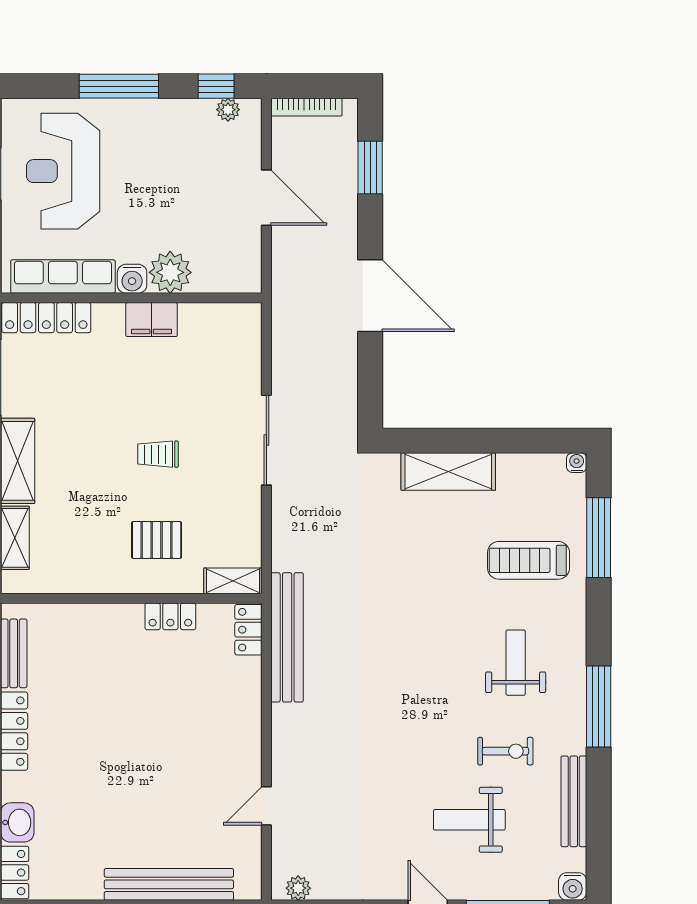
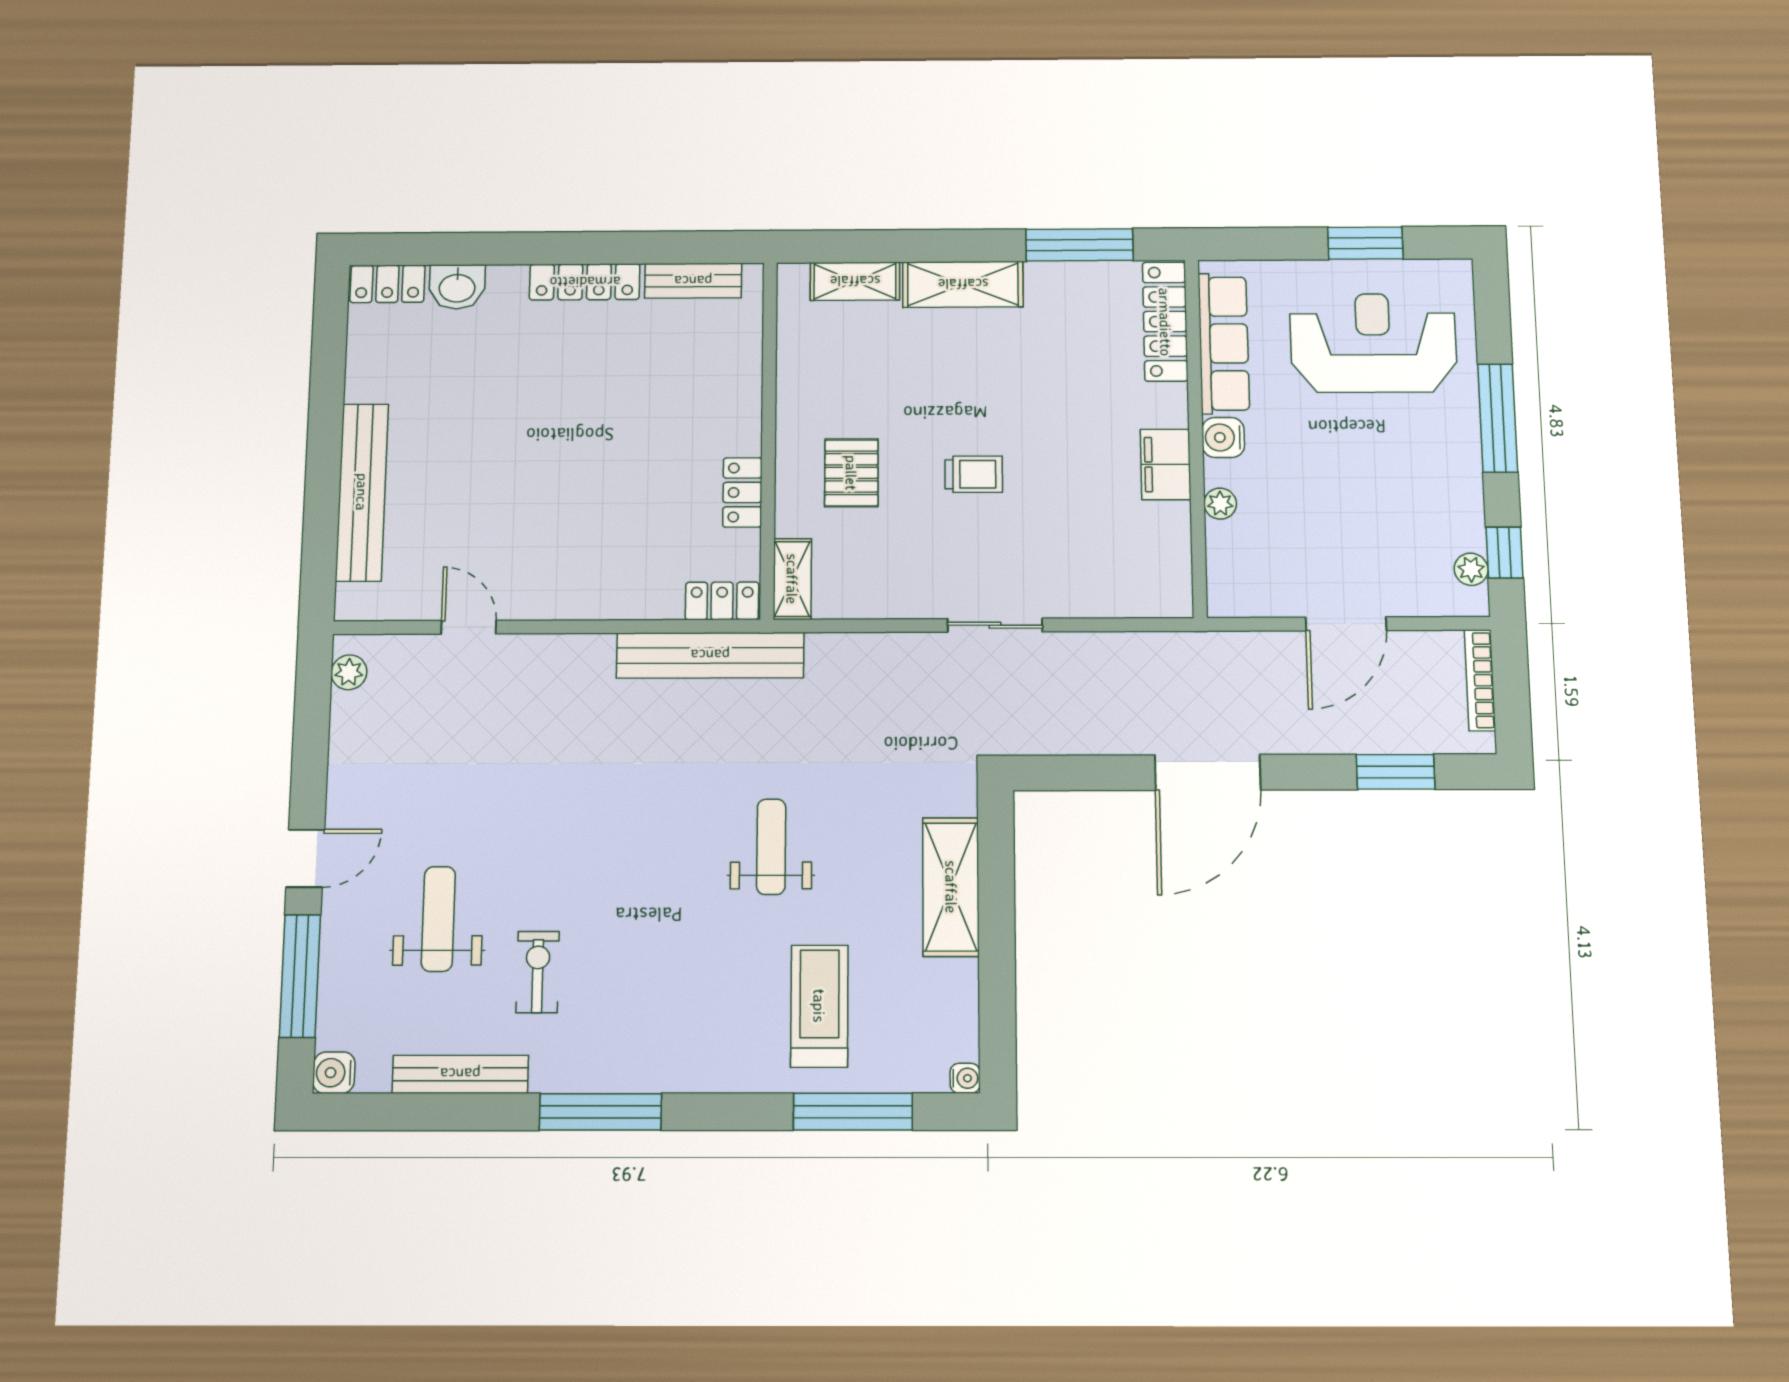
plant: (170, 272) -> (1220, 504), width x0.53, depth x0.53
sliding door: (266, 440) -> (995, 625), width x0.73
trolley: (158, 454) -> (974, 474), turned 90
weight bench: (516, 663) -> (771, 847), moved, turned -90
exercise bike: (505, 751) -> (538, 972), turned 180

